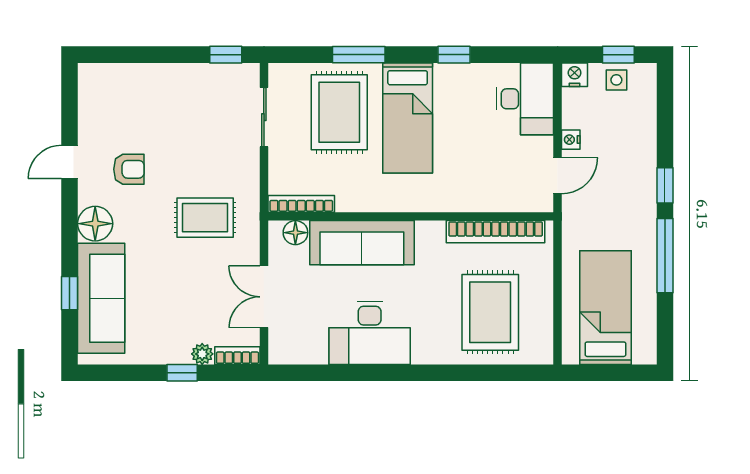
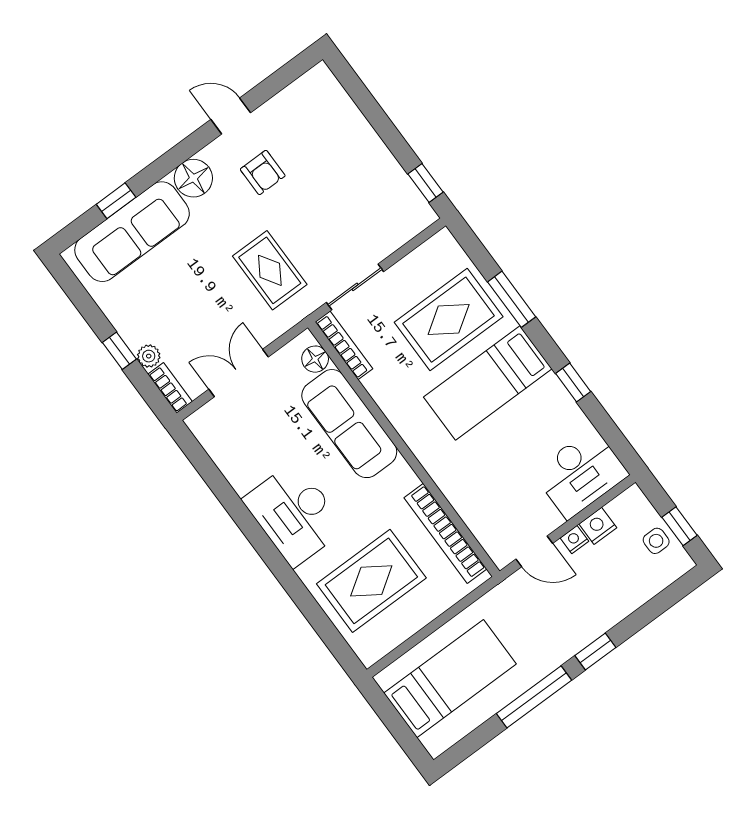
nightstand: (575, 75) -> (598, 526), moved, turned -90
sliding door: (264, 117) -> (355, 287), moved
desk: (370, 333) -> (294, 514), moved

